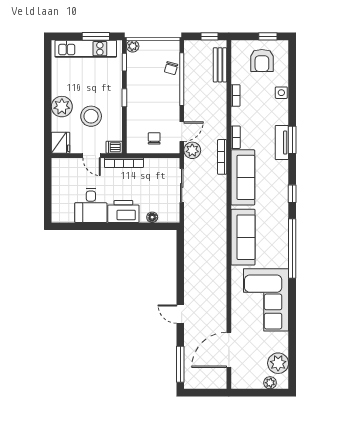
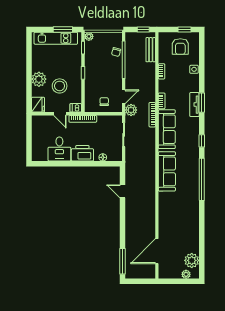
corner sofa: (266, 300) -> (183, 216), removed
door: (180, 314) -> (123, 191), moved

